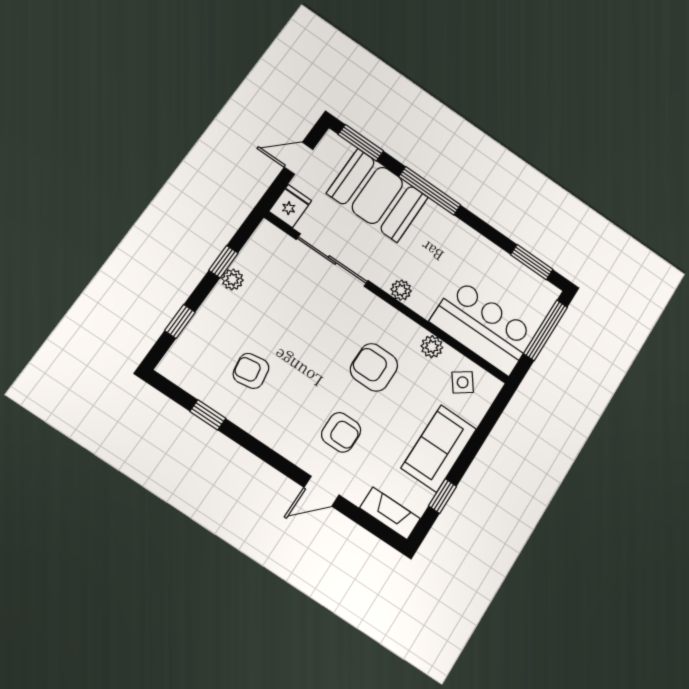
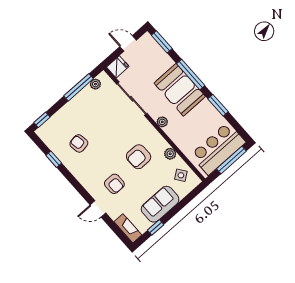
booth: (377, 195) -> (180, 90), moved
window: (223, 262) -> (79, 87), width x2.17
window: (532, 262) -> (218, 105), moved
plant: (232, 279) -> (95, 84), moved
window: (180, 321) -> (42, 120), moved
bar counter: (483, 327) -> (218, 149), moved, turned -90
armchair: (374, 367) -> (139, 157), turned -90

